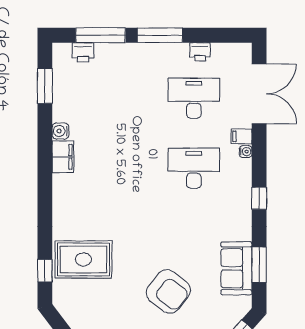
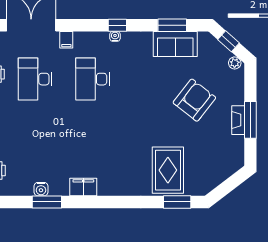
window: (45, 86) -> (47, 202), moved
water cooler: (60, 131) -> (41, 189), moved
water cooler: (246, 152) -> (115, 36), moved
window: (45, 271) -> (177, 202), width x1.50

